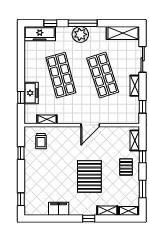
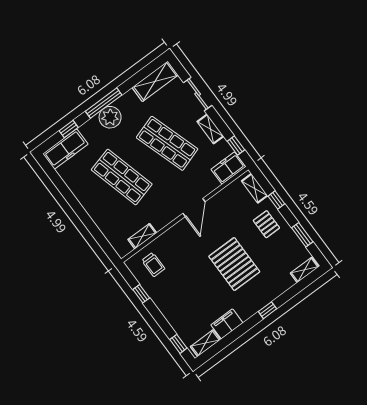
freezer: (31, 93) -> (228, 168), moved, turned -90
window: (21, 97) -> (96, 233), removed
shelving: (107, 211) -> (205, 343), moved

